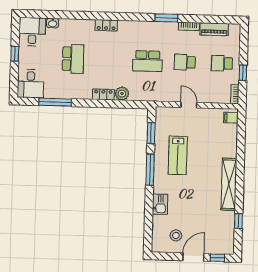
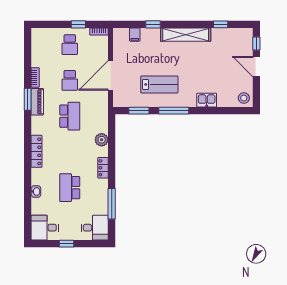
washbasin: (53, 23) -> (36, 191), moved
locker: (106, 25) -> (37, 151), width x1.53
piano: (214, 29) -> (37, 102), moved
school desk: (73, 59) -> (70, 188), turned -90
locker: (103, 94) -> (103, 168), moved
door: (189, 105) -> (111, 75), width x1.88
filing cabinet: (231, 118) -> (135, 35), moved
window: (241, 151) -> (153, 24), added
stool: (176, 235) -> (244, 98), moved

